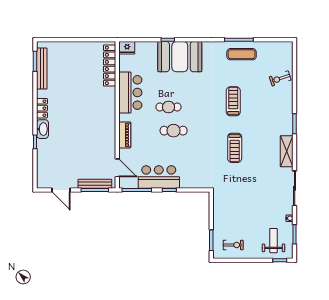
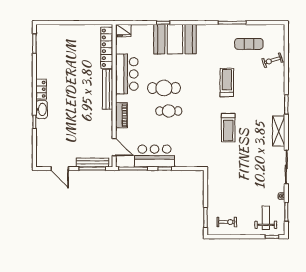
exercise mat: (242, 54) -> (249, 44), moved
bench: (42, 69) -> (108, 89), moved
cafe table: (168, 107) -> (164, 88), width x1.37, depth x1.35

